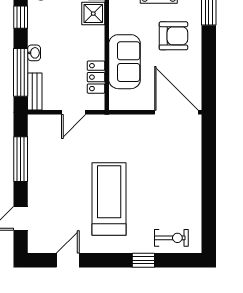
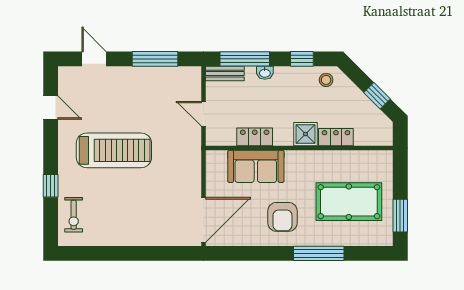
locker: (96, 77) -> (255, 137), moved

